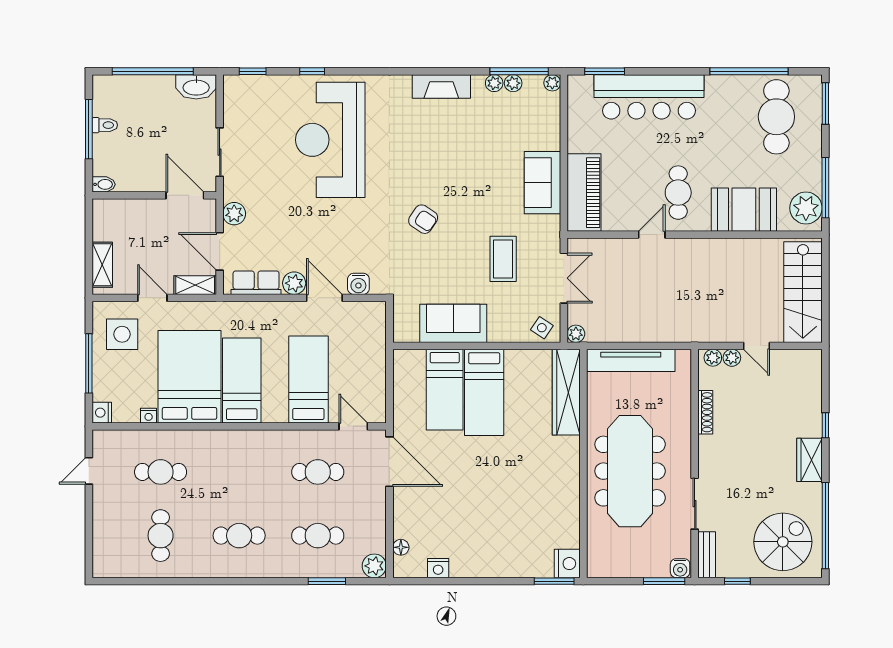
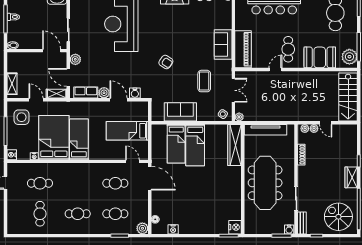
bed: (308, 380) -> (127, 131), moved, turned -90
spiral stairs: (783, 542) -> (338, 217), turned -90

